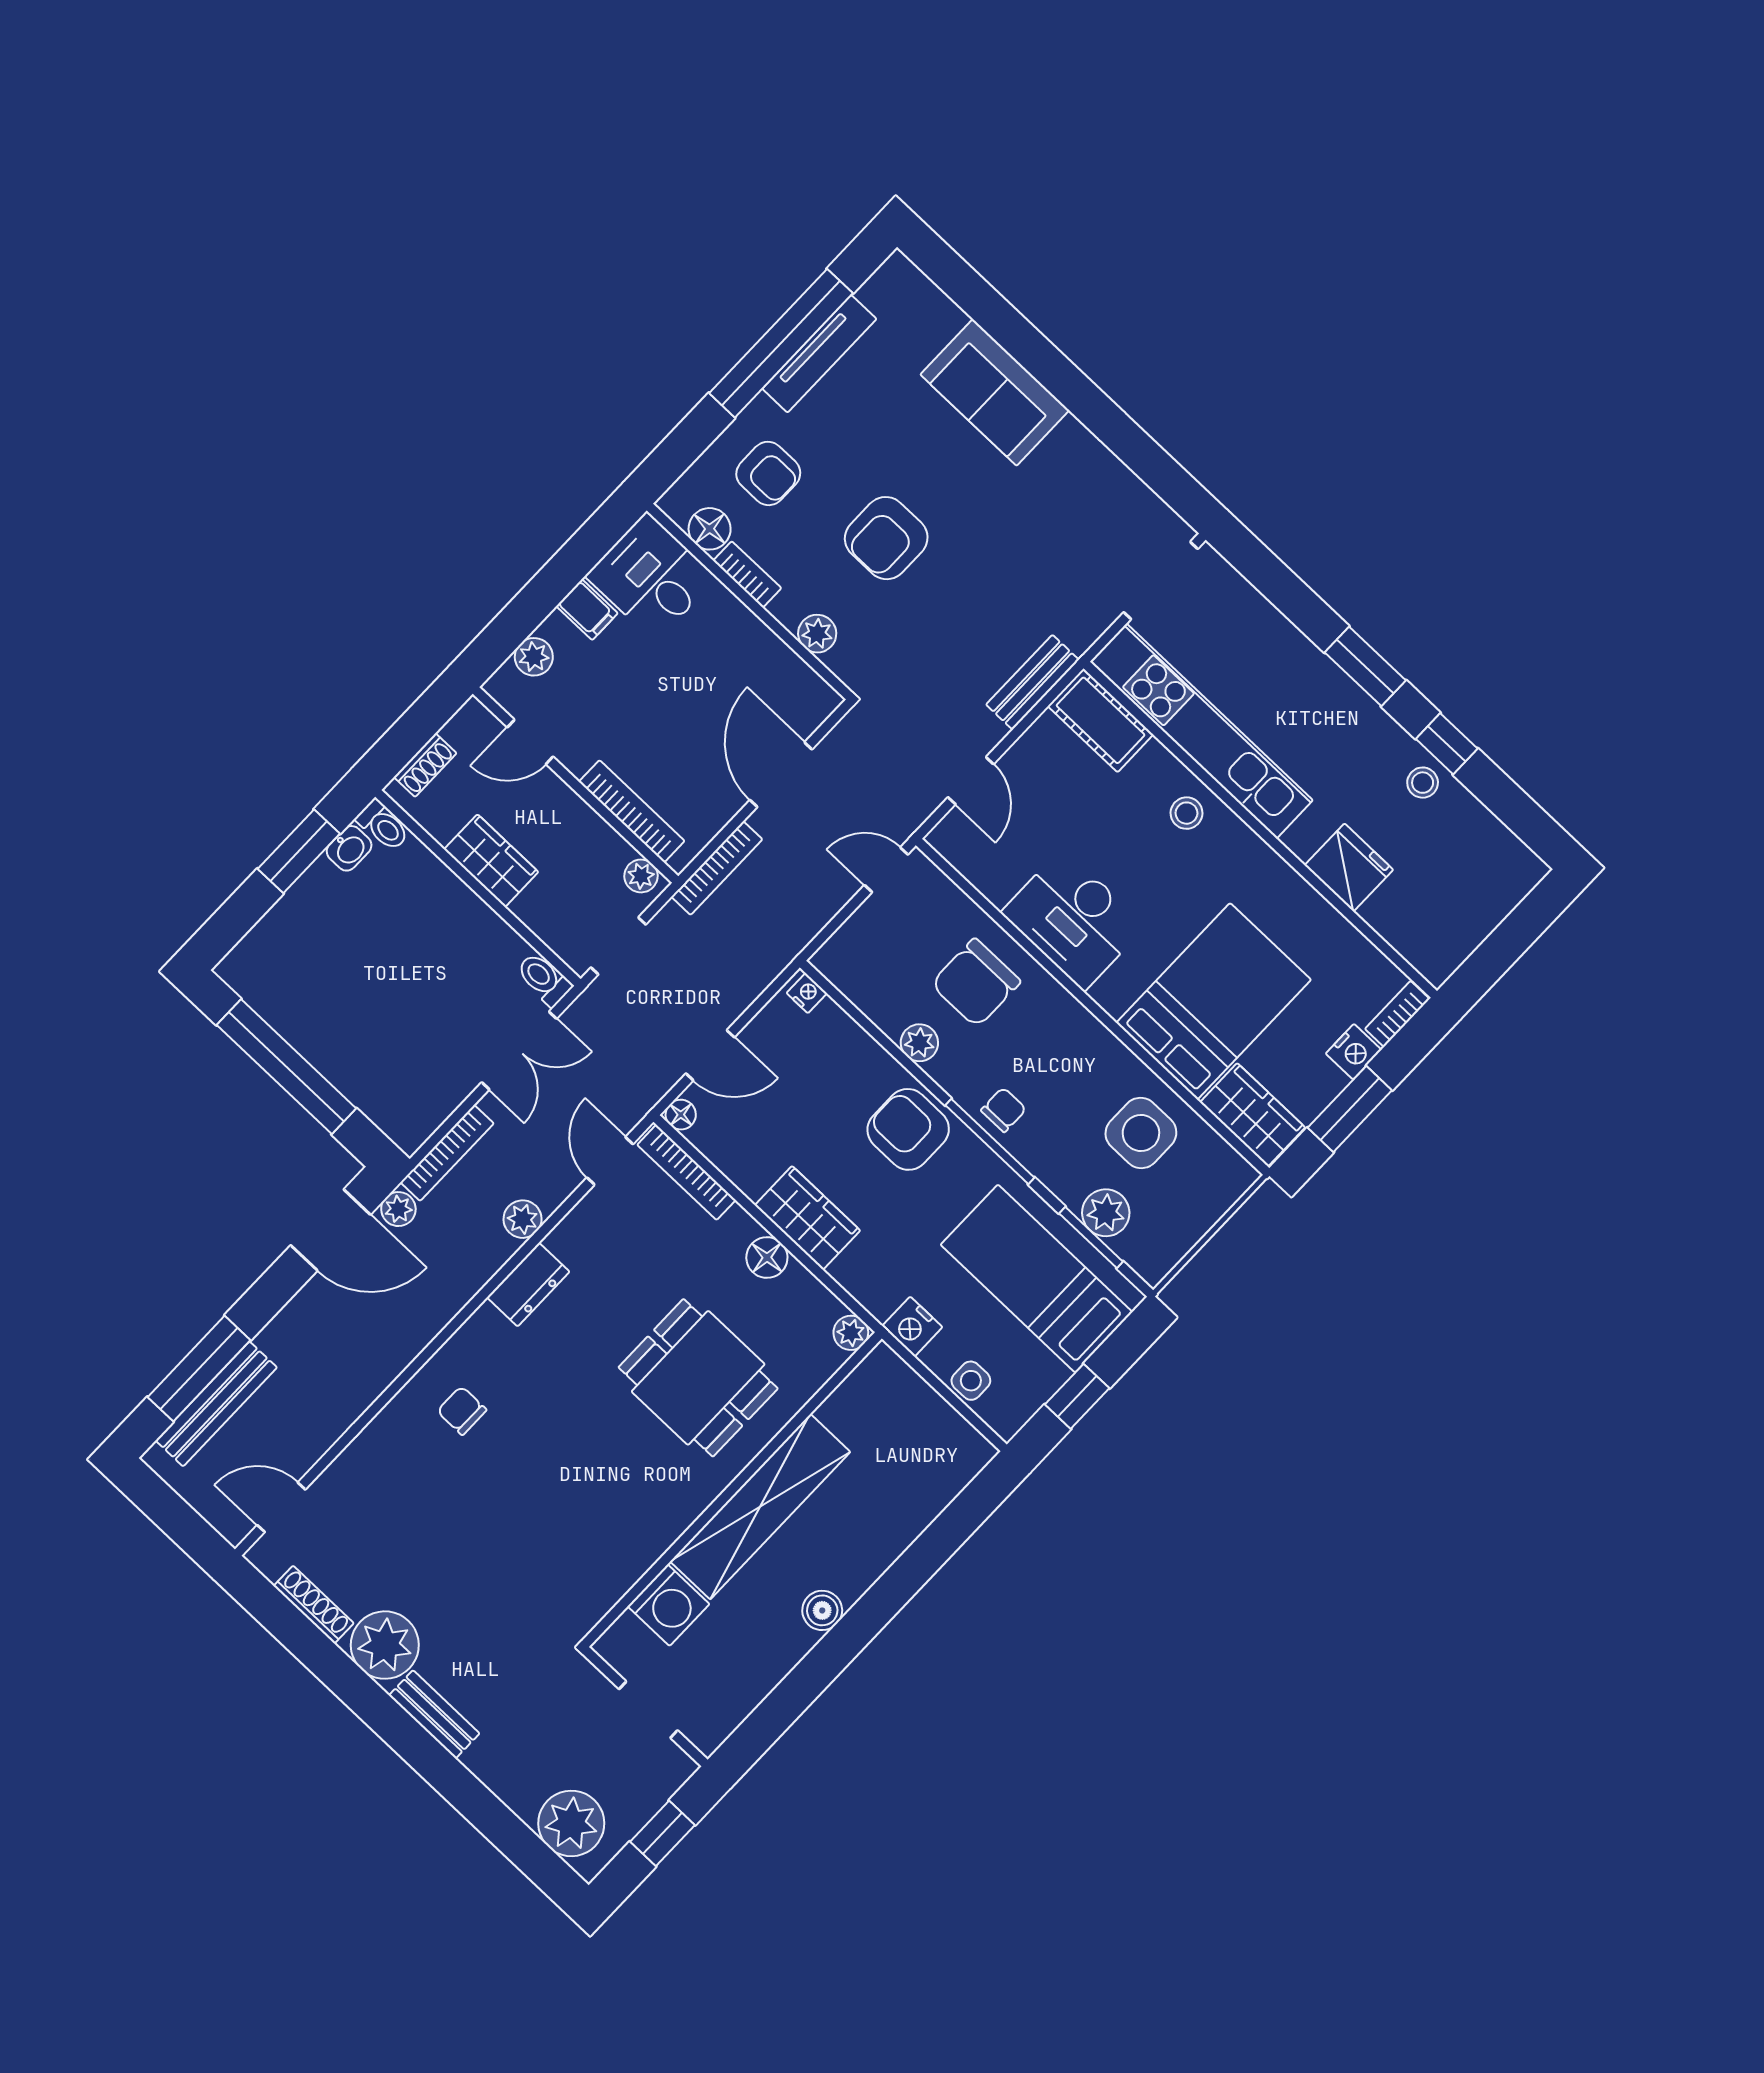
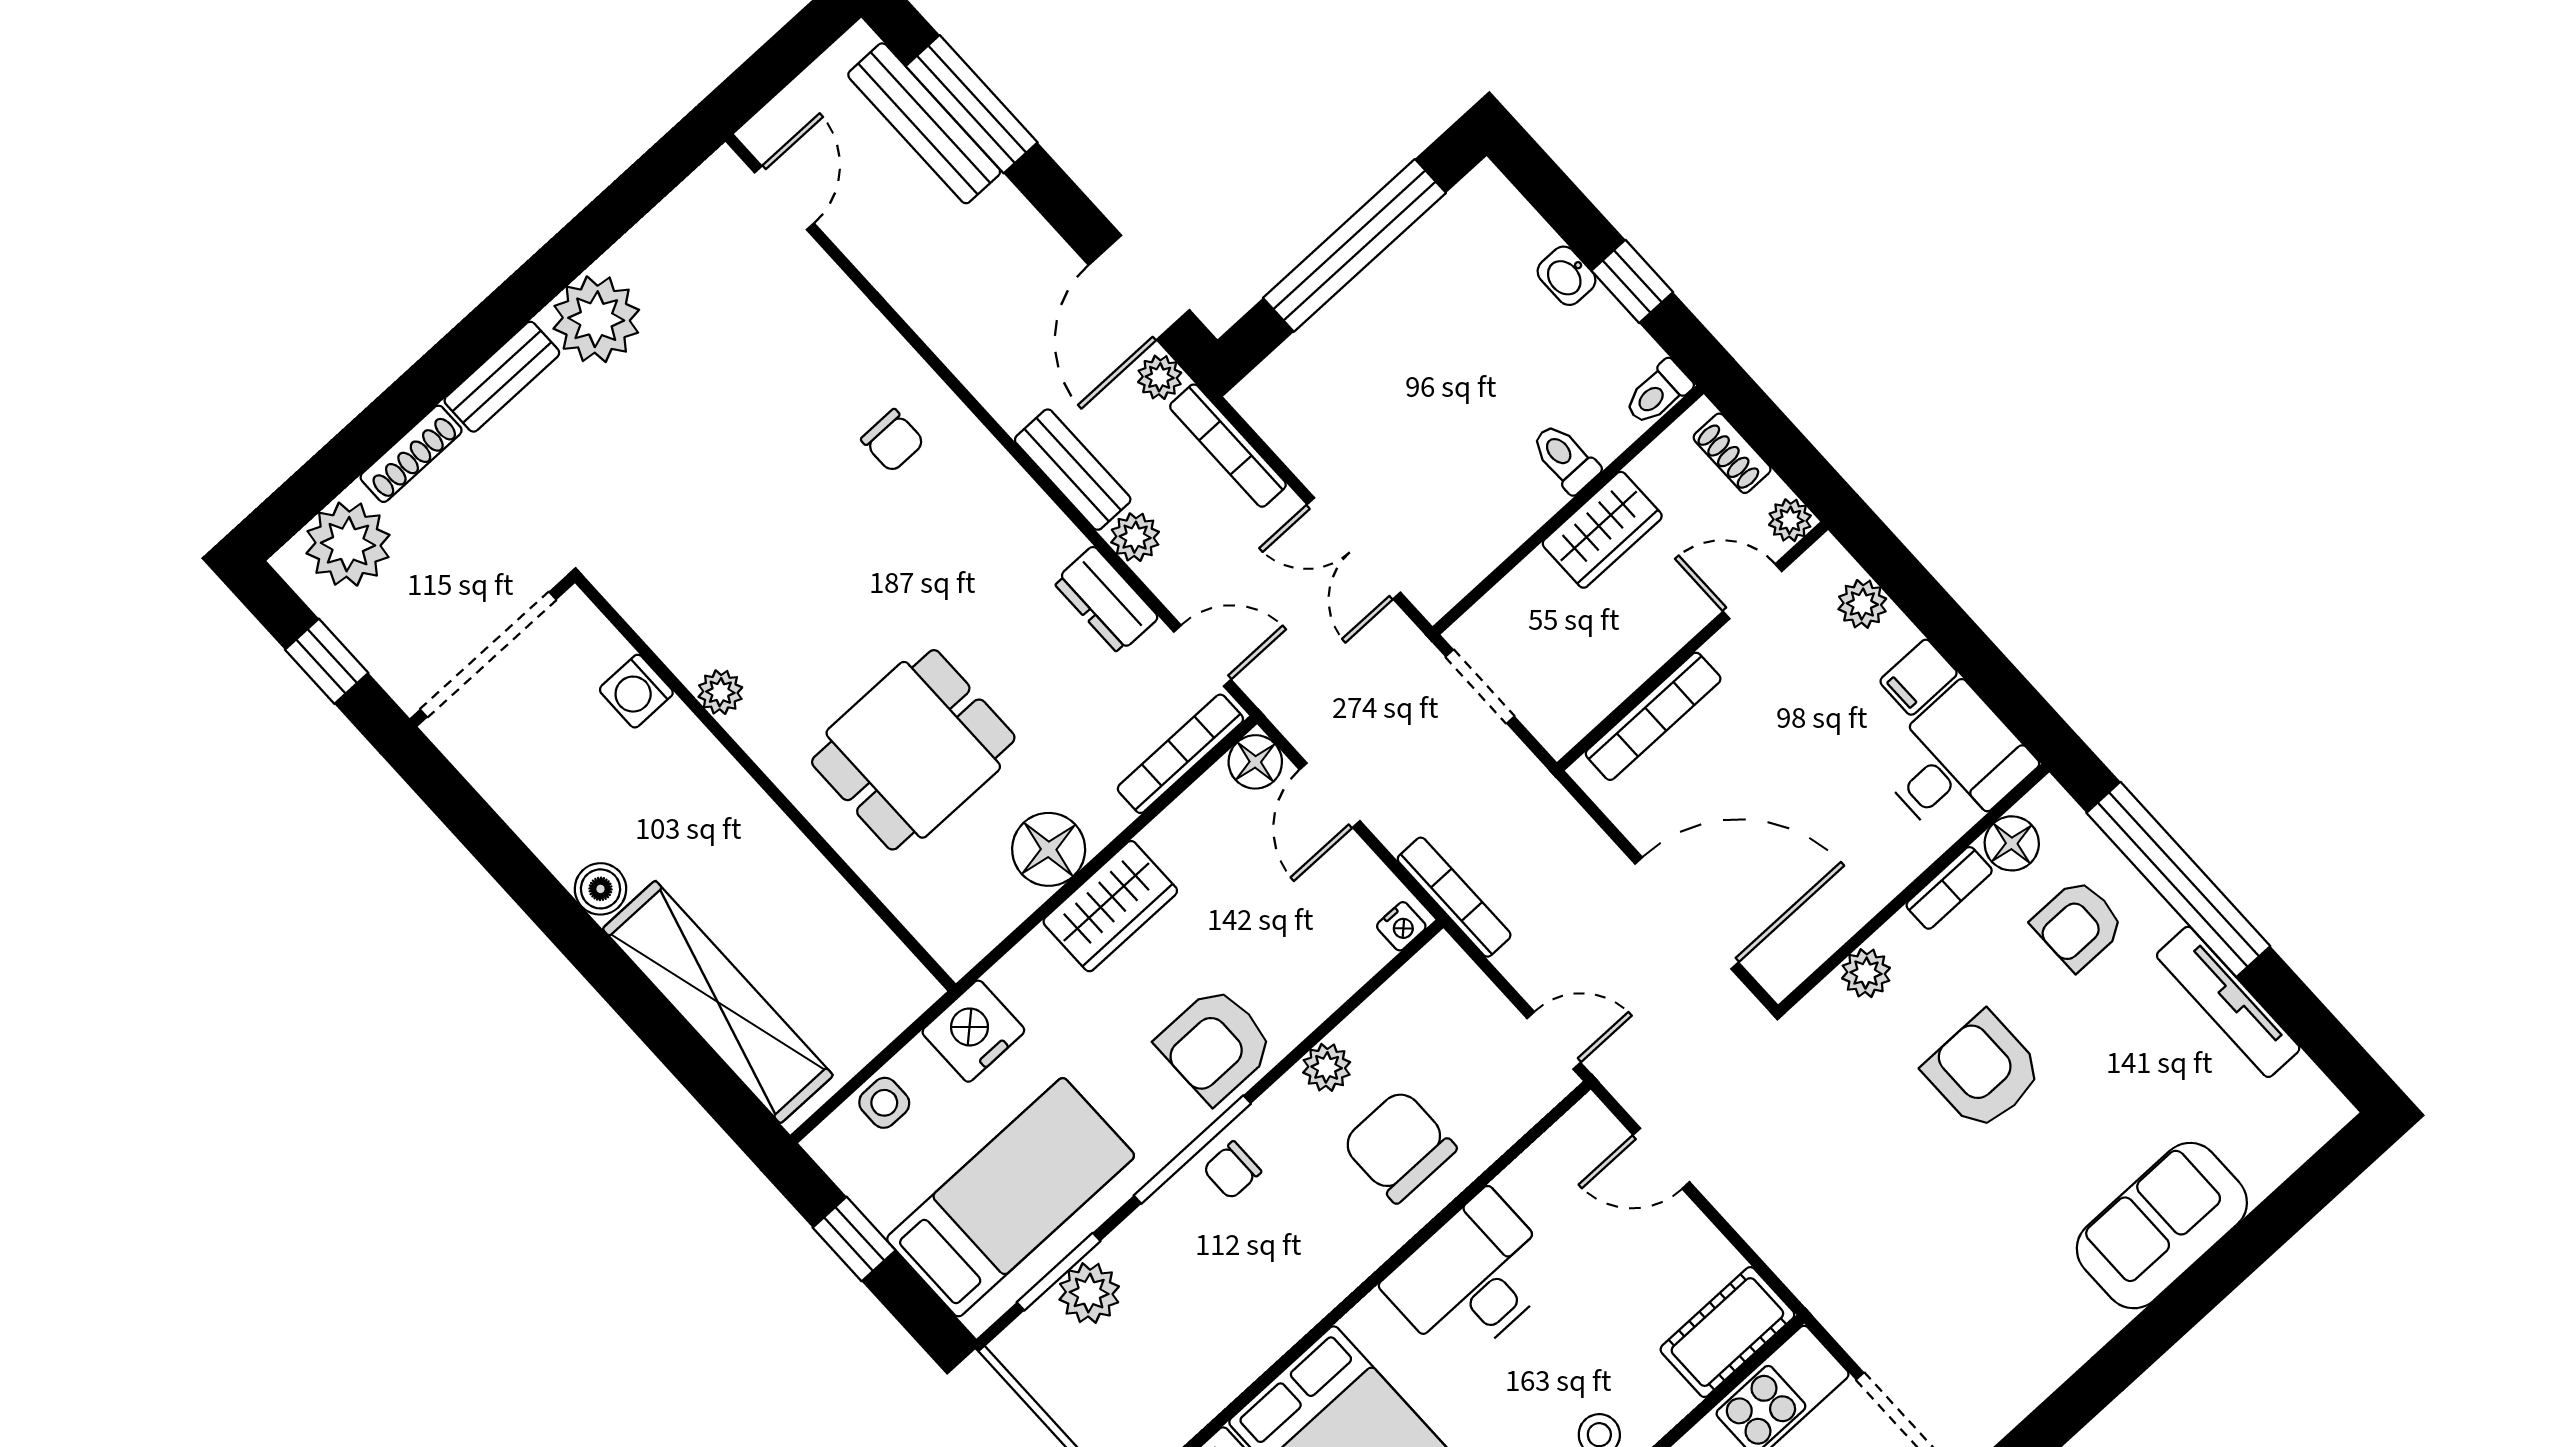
window: (781, 343) -> (2178, 879), moved
bench: (1033, 682) -> (1073, 470), moved
door: (530, 742) -> (1752, 591), hinge flipped
door: (781, 775) -> (1687, 913), width x1.36
washbasin: (349, 848) -> (1566, 276), moved
window: (299, 851) -> (1632, 281), width x0.67
bookcase: (717, 868) -> (1454, 897), moved, turned 180
door: (886, 870) -> (1554, 1041), hinge flipped
plant: (641, 876) -> (1790, 520), moved
toilet: (544, 979) -> (1565, 458), moved, turned -90
chair: (1004, 1110) -> (1232, 1170), turned 90
floor lamp: (681, 1115) -> (1255, 762), width x1.37, depth x1.37
armchair: (908, 1129) -> (1215, 1045), turned 180
side table: (1141, 1133) -> (1189, 1346), removed
floor lamp: (767, 1258) -> (1049, 849), width x1.38, depth x1.38
dresser: (528, 1285) -> (1106, 600), moved
nightstand: (912, 1327) -> (973, 1031), width x1.36, depth x1.33
plant: (851, 1333) -> (720, 692), moved
chair: (462, 1411) -> (893, 441), turned 90
shelving: (760, 1507) -> (718, 1002), moved
shoe rack: (314, 1605) -> (411, 454), moved
washing machine: (669, 1605) -> (636, 691), width x0.73, depth x0.73
doorway: (648, 1710) -> (488, 655), width x1.88

